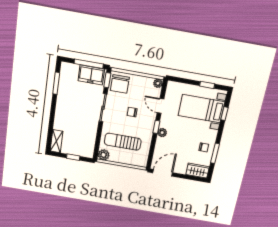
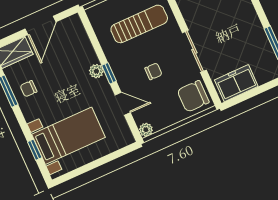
window: (89, 64) -> (248, 95), removed
window: (107, 80) -> (212, 90), removed
chair: (120, 84) -> (193, 96), turned -90
window: (207, 85) -> (83, 170), removed
door: (163, 173) -> (41, 25), moved

